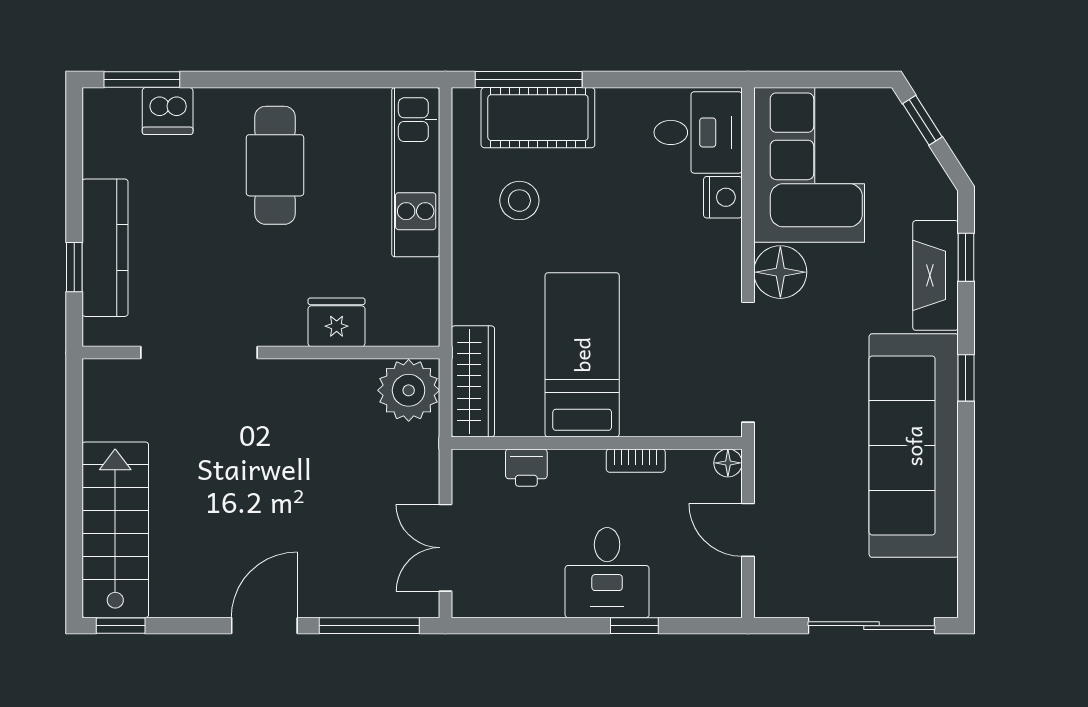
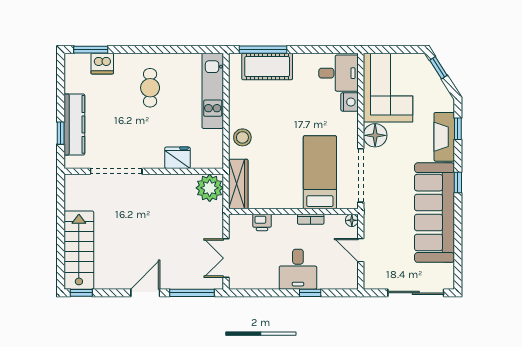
cafe table: (275, 165) -> (150, 88), width x0.73, depth x0.74
stool: (519, 201) -> (242, 137), moved
bed: (582, 355) -> (320, 172), moved

